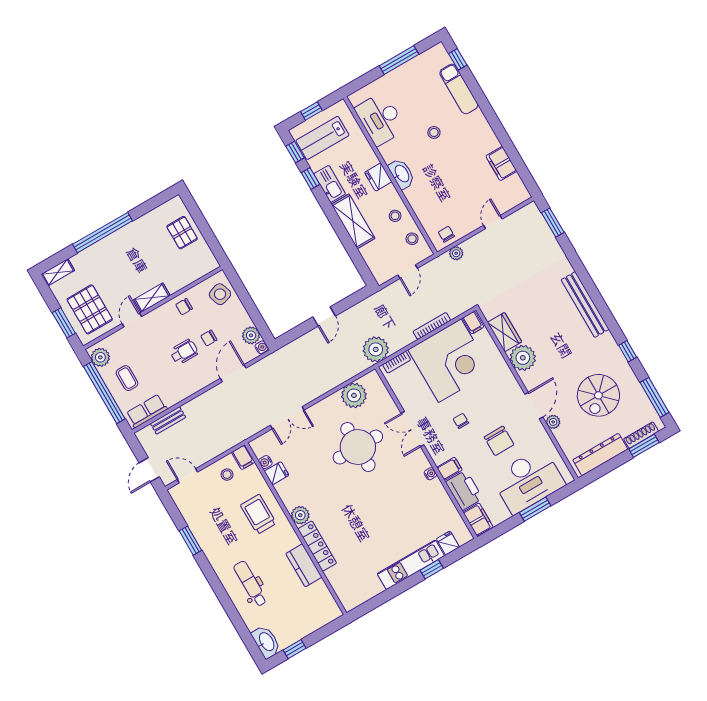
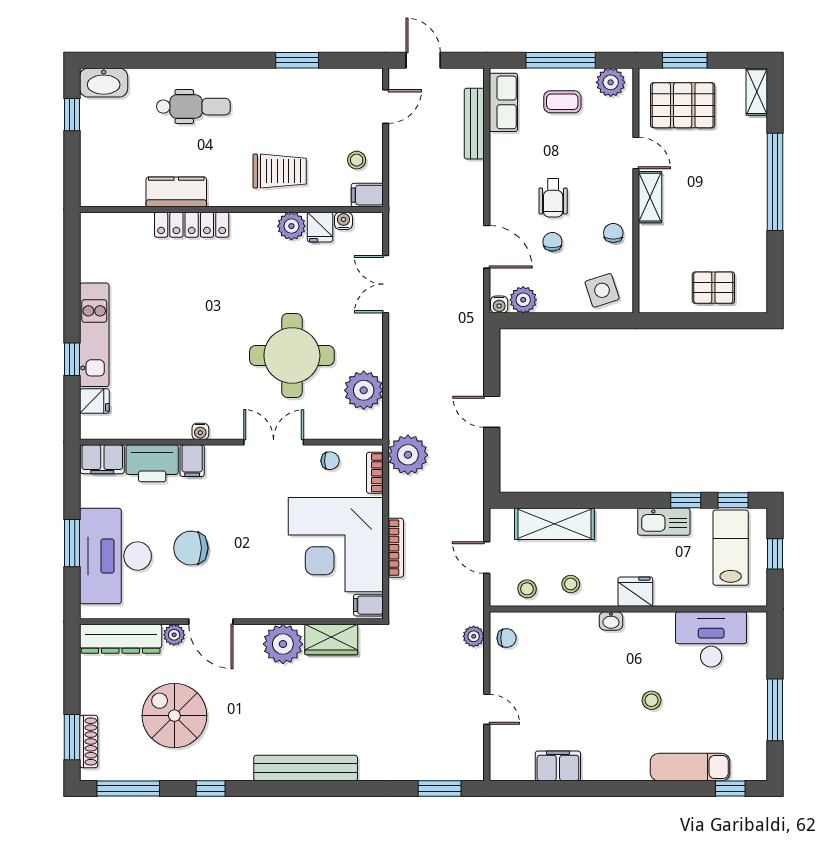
washbasin: (402, 174) -> (611, 621), width x0.52, depth x0.69
shelving: (353, 221) -> (554, 524), moved
window: (104, 393) -> (561, 60), width x0.68
bench: (168, 420) -> (474, 124), width x1.36
chair: (461, 421) -> (330, 461), moved
dresser: (600, 455) -> (121, 639), moved, turned 90
plant: (300, 515) -> (291, 226), moved

